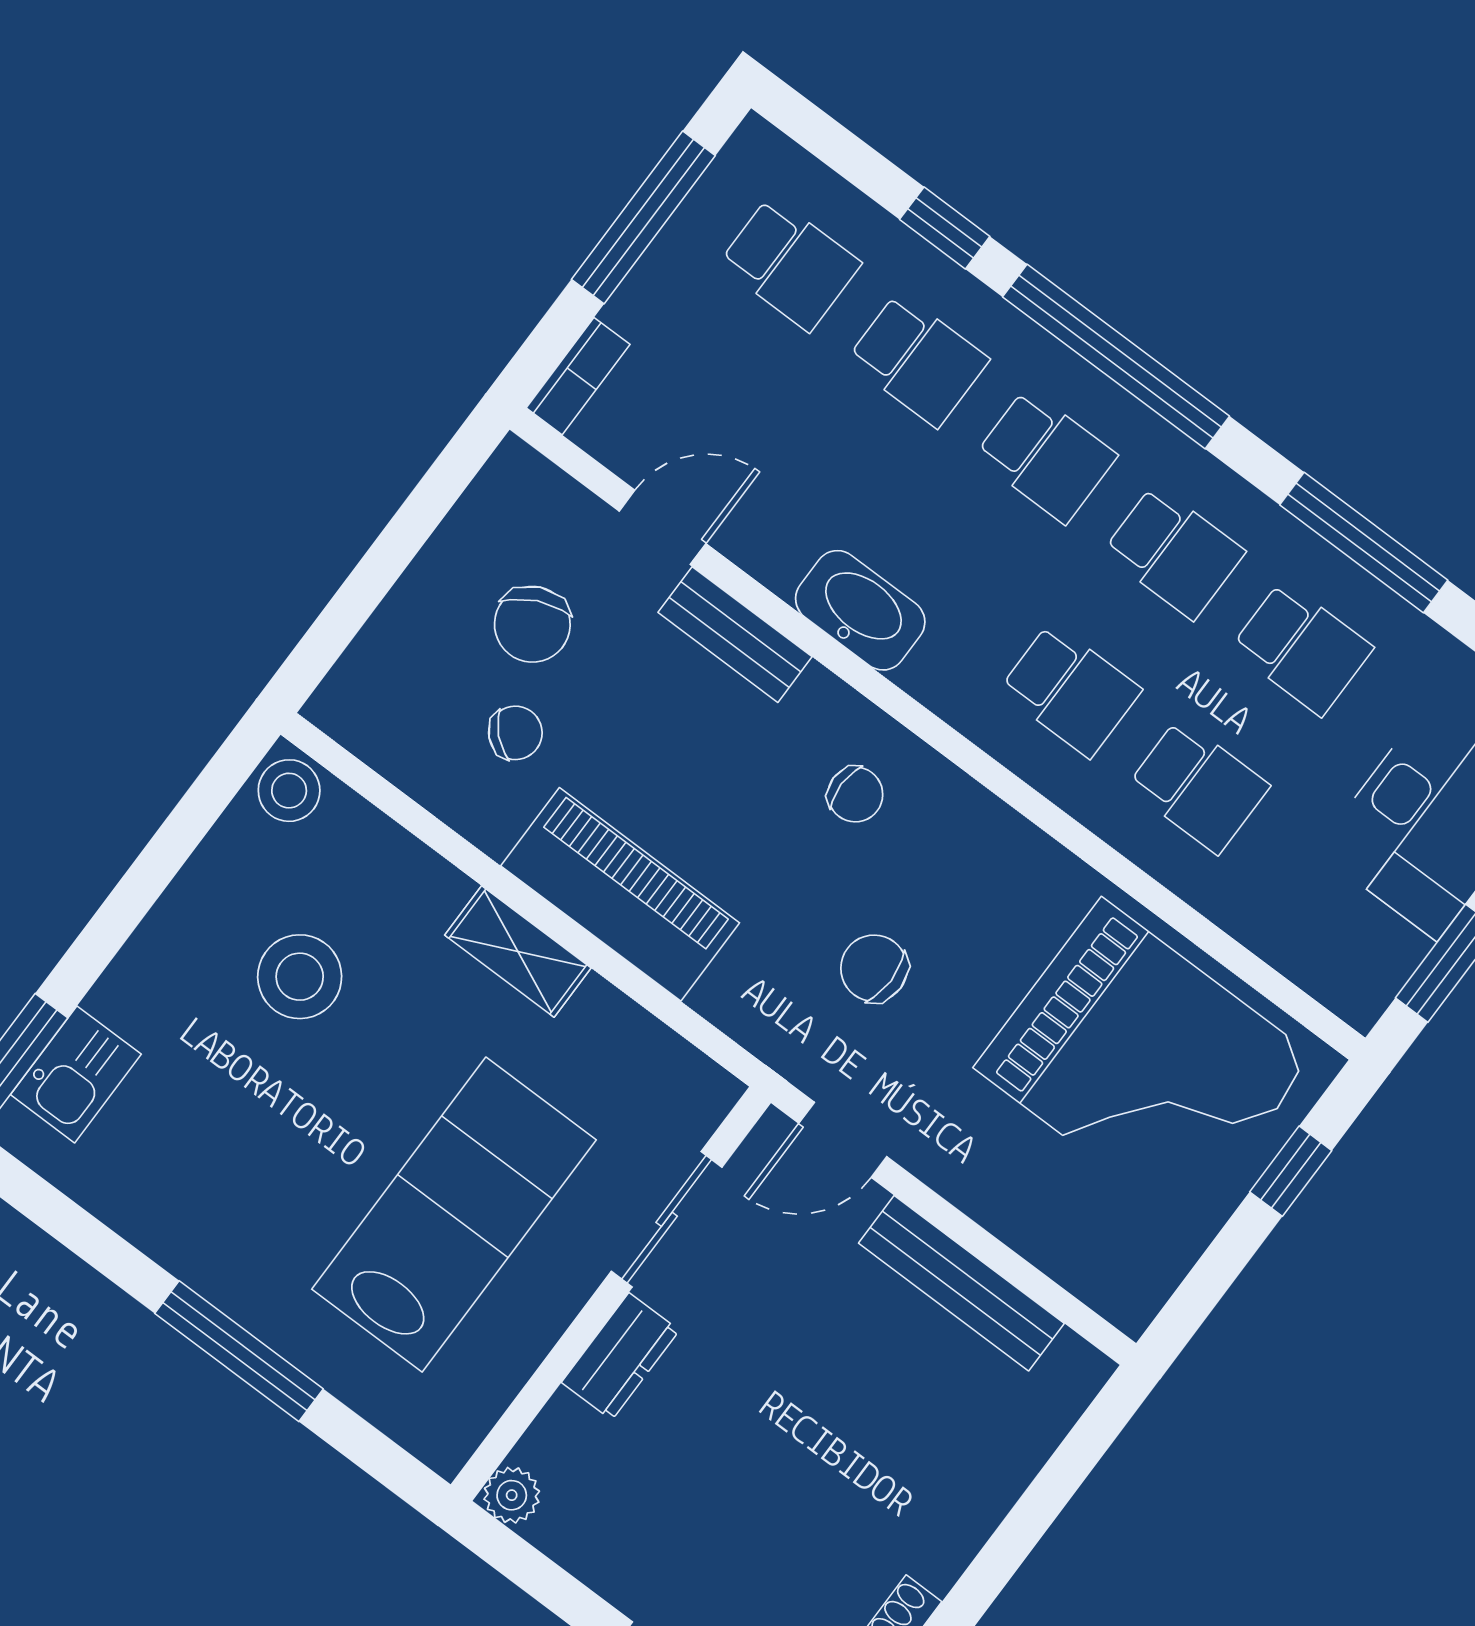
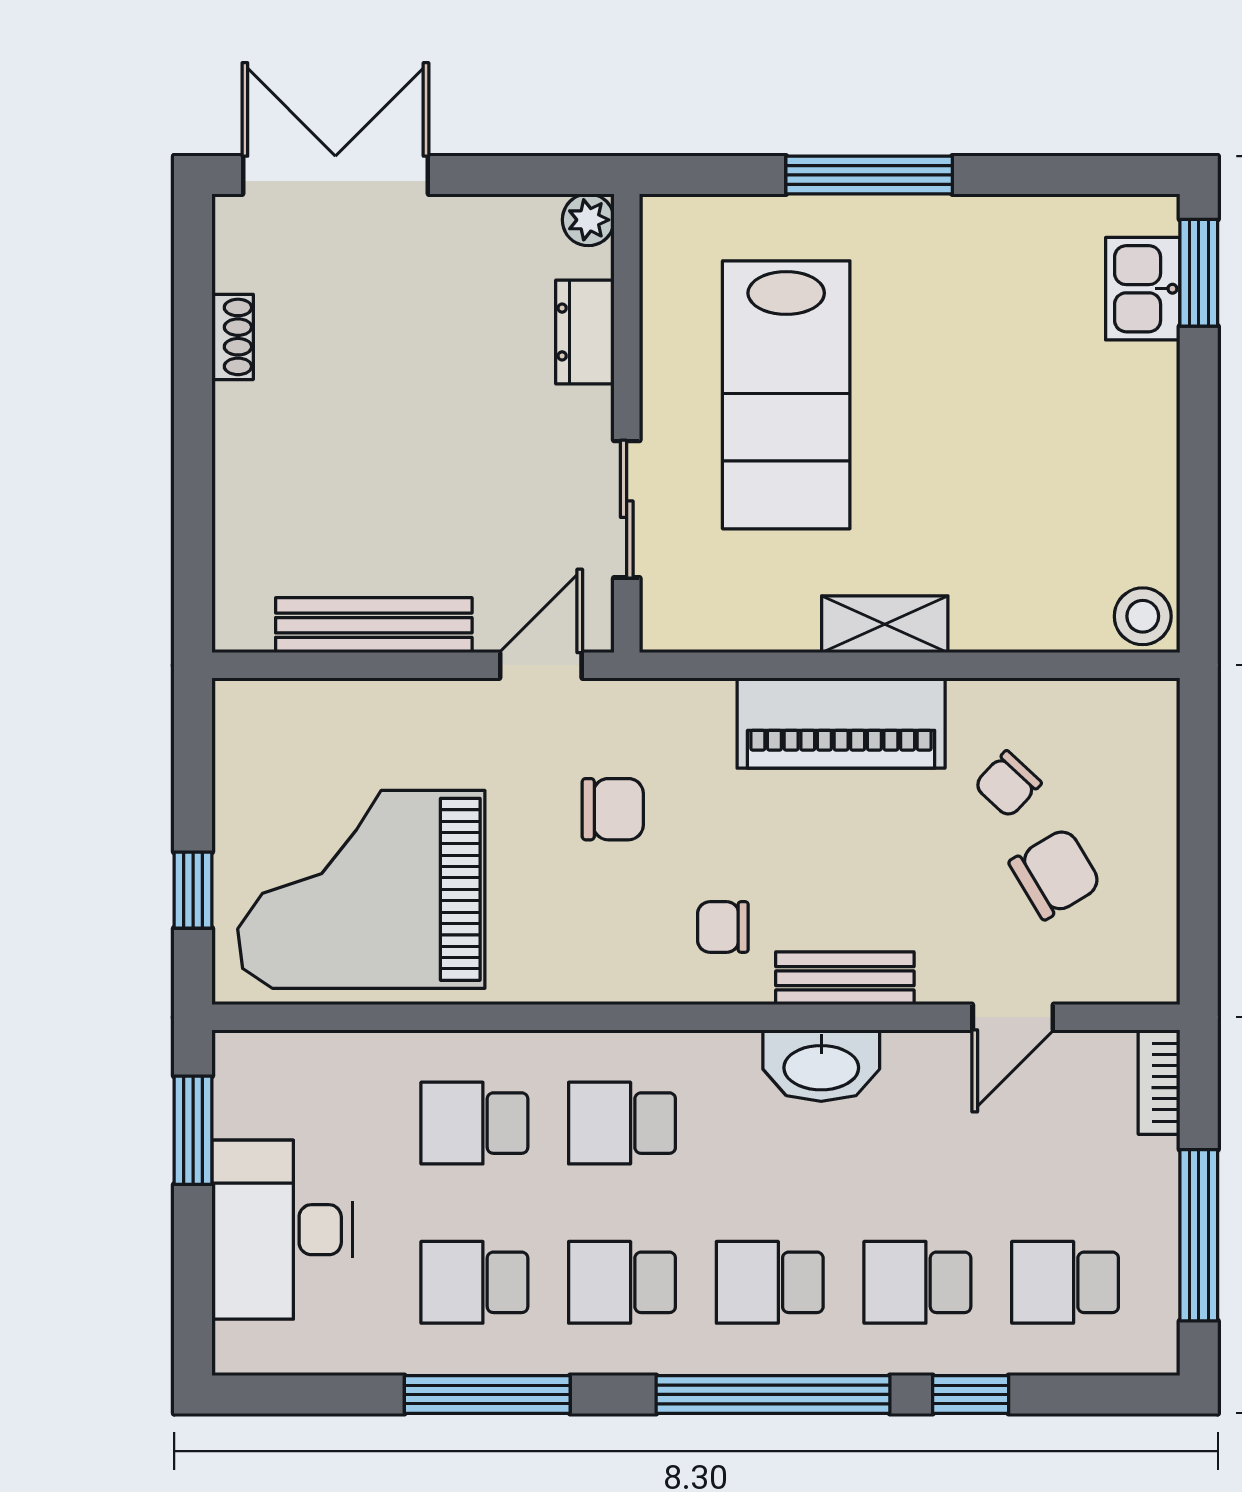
chair: (532, 624) -> (1055, 874), turned 84
bench: (735, 635) -> (845, 978), moved
stool: (300, 977) -> (1032, 485), removed
dresser: (620, 1356) -> (585, 332), moved

